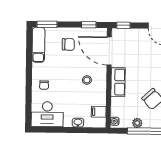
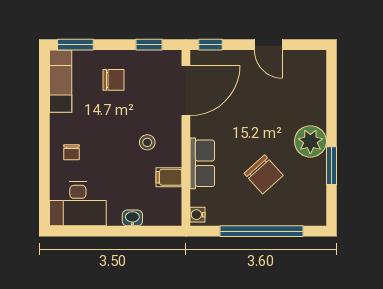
door: (109, 51) -> (186, 91), swing flipped
row of seats: (118, 82) -> (202, 163), moved
filing cabinet: (99, 112) -> (169, 177), moved
plant: (137, 123) -> (237, 217), removed

